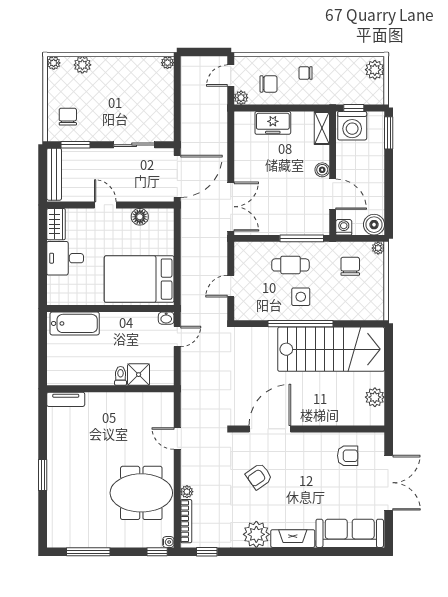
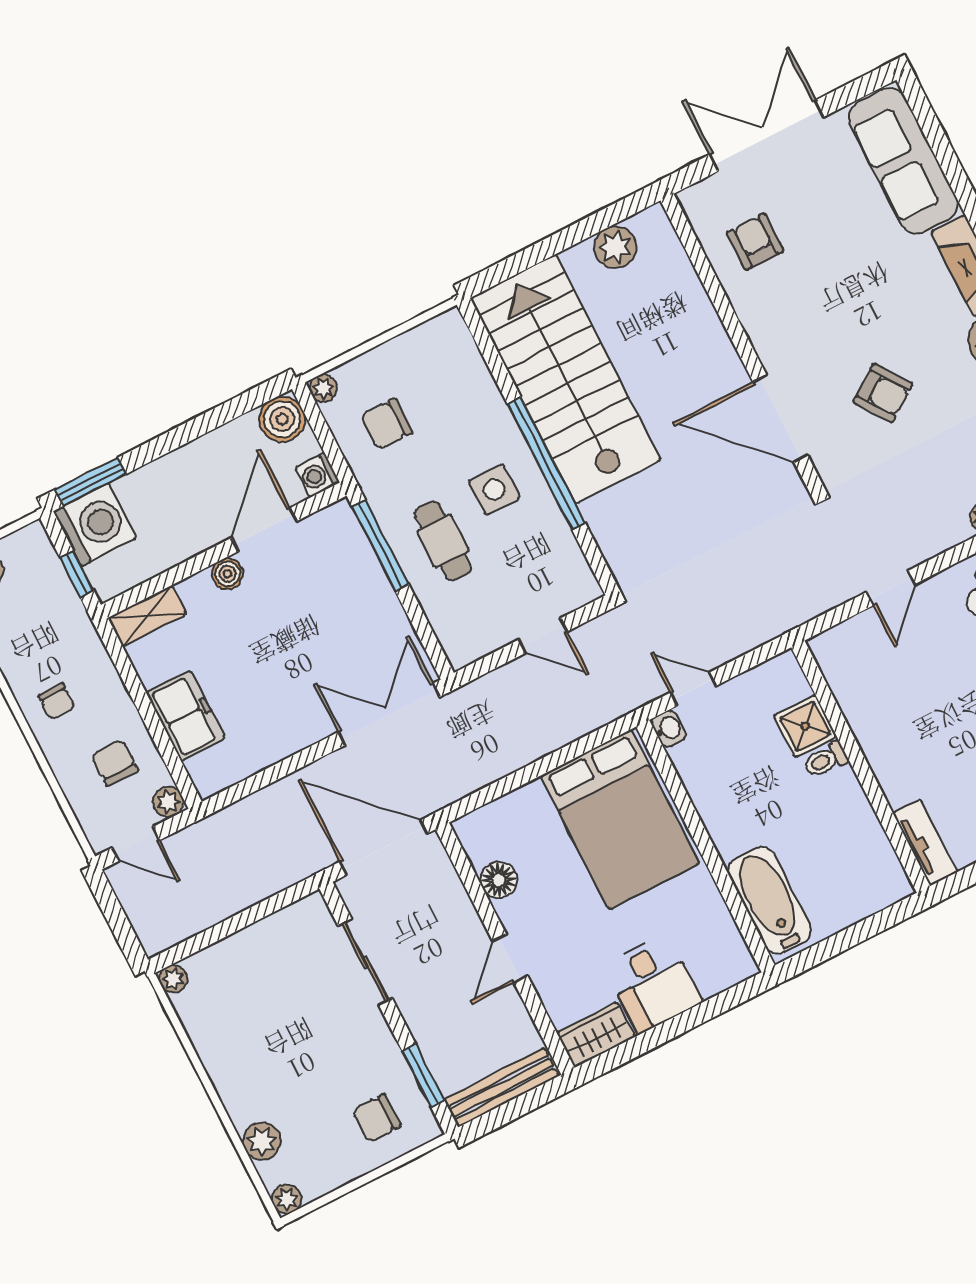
washing machine: (352, 126) -> (95, 525), moved

